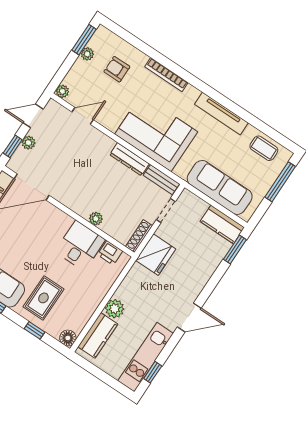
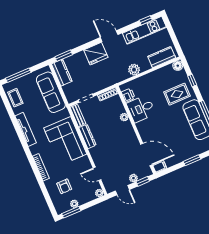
fridge: (156, 255) -> (96, 54), moved, turned 180
plant: (115, 309) -> (134, 70), moved

